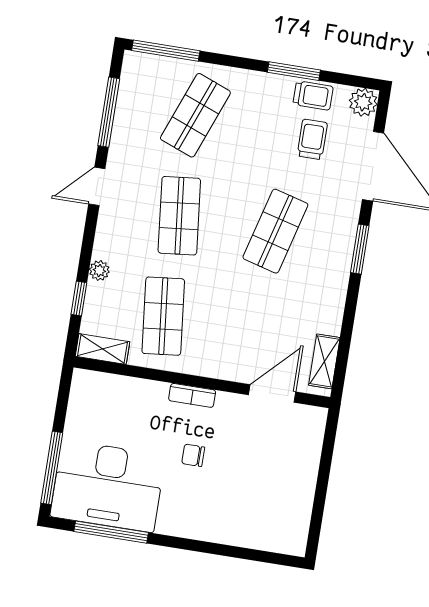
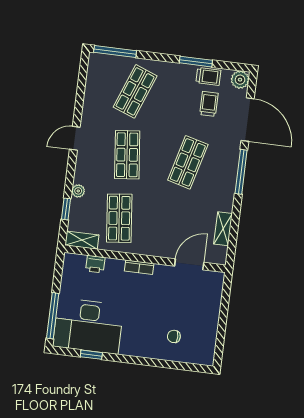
window: (109, 112) -> (81, 91), removed
window: (360, 249) -> (241, 172), width x1.44
shelving: (324, 361) -> (223, 229), moved
printer: (123, 388) -> (95, 264), added
chair: (193, 455) -> (174, 336), moved
window: (111, 532) -> (91, 355), width x0.46

